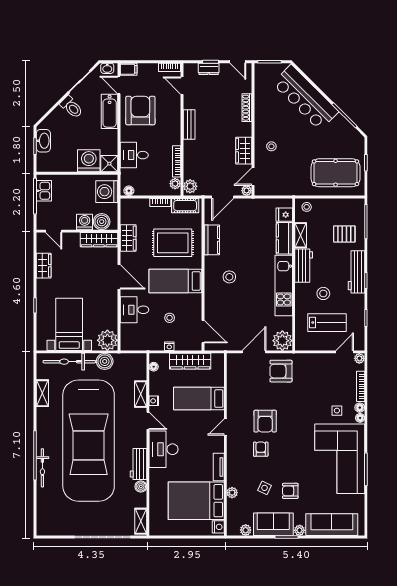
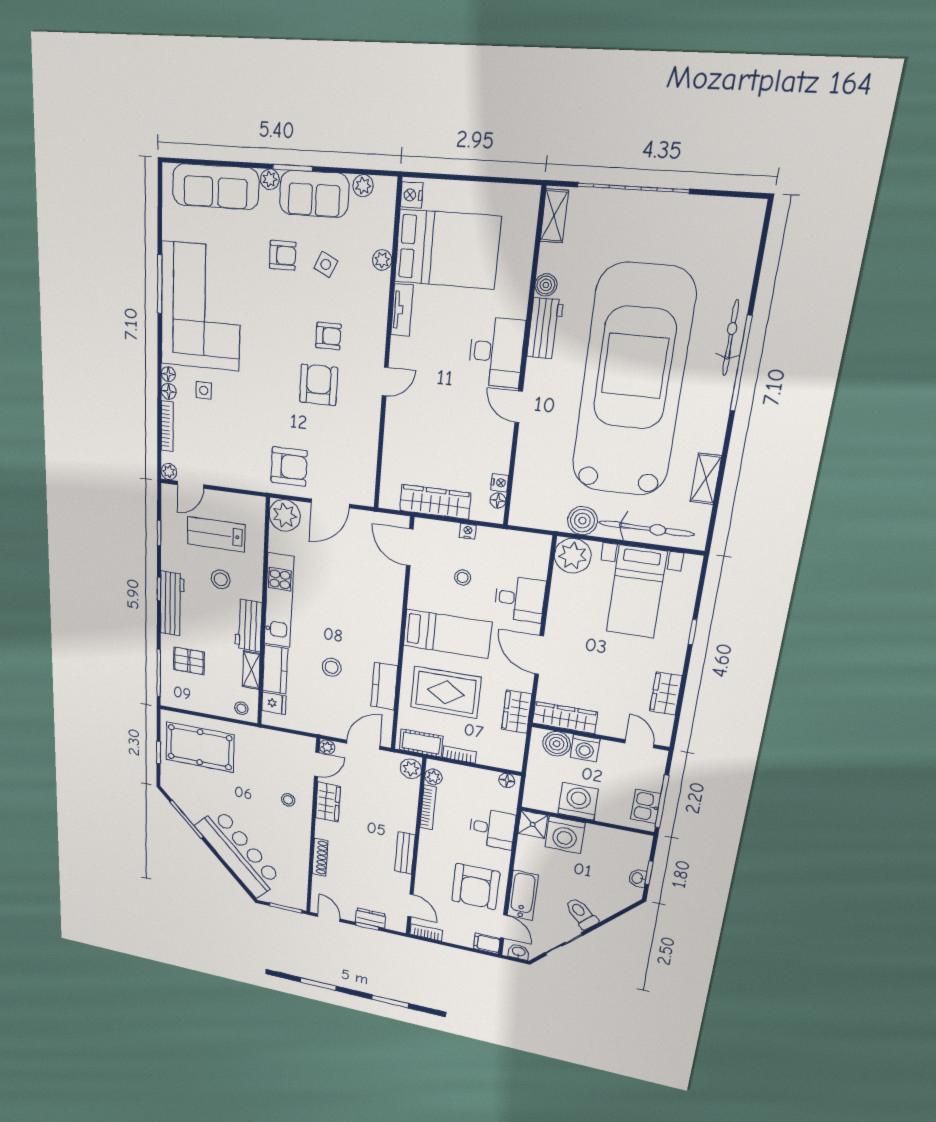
washbasin: (43, 141) -> (638, 878), width x0.52, depth x0.69
washing machine: (107, 192) -> (578, 801), moved, turned -90
stool: (229, 277) -> (332, 667), moved
shelving: (141, 394) -> (526, 456), removed
bed: (199, 399) -> (426, 436), removed
nightstand: (154, 401) -> (500, 483), moved
armchair: (261, 449) -> (328, 336), turned -90

